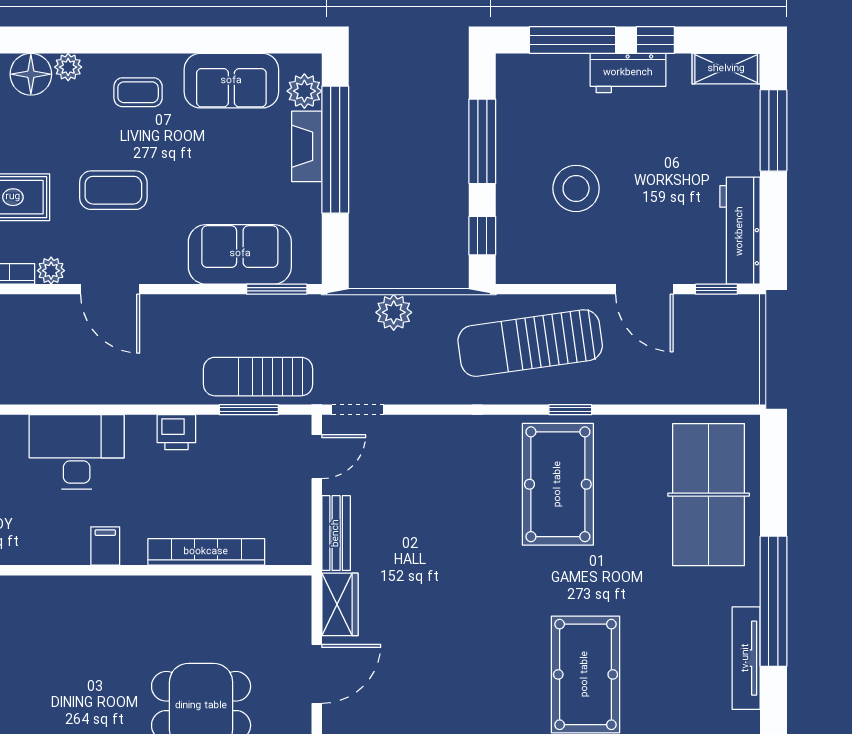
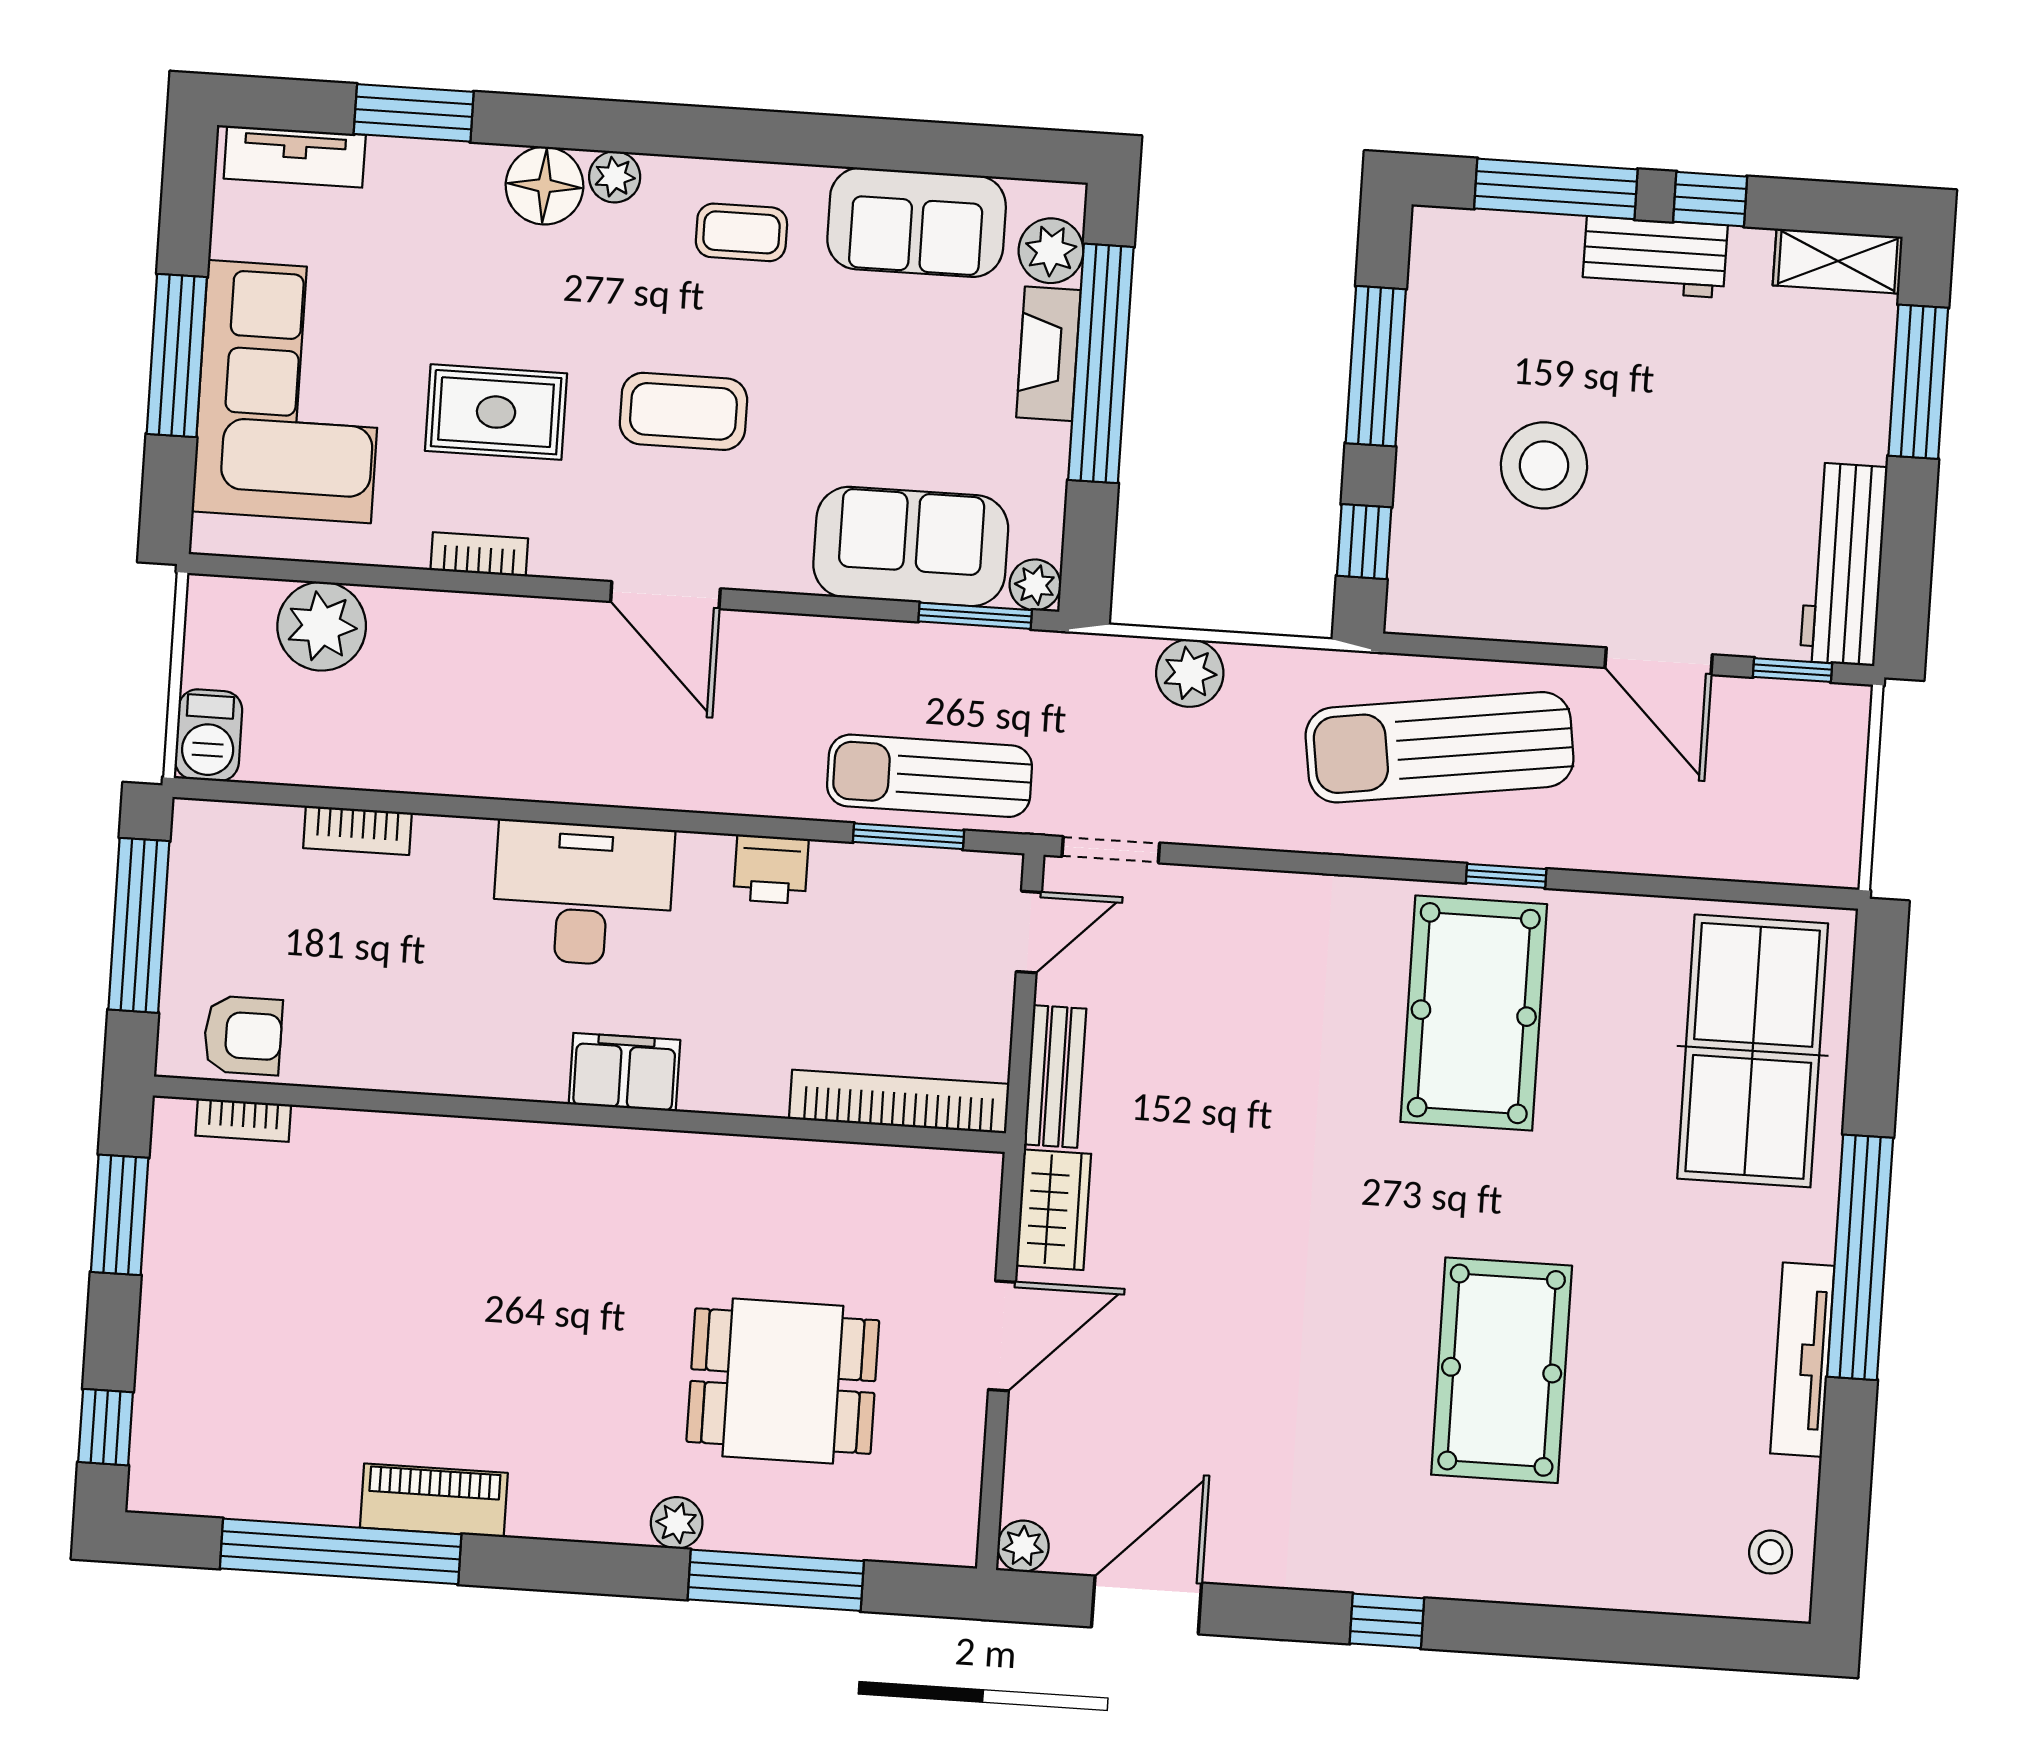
plant: (51, 271) -> (1035, 585), moved
filing cabinet: (105, 546) -> (624, 1072), width x2.00
bookcase: (206, 552) -> (899, 1101), moved

